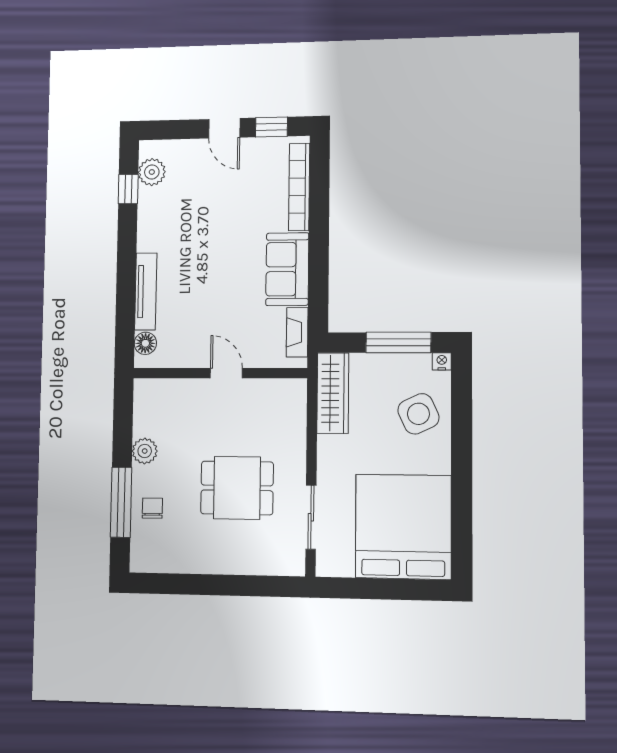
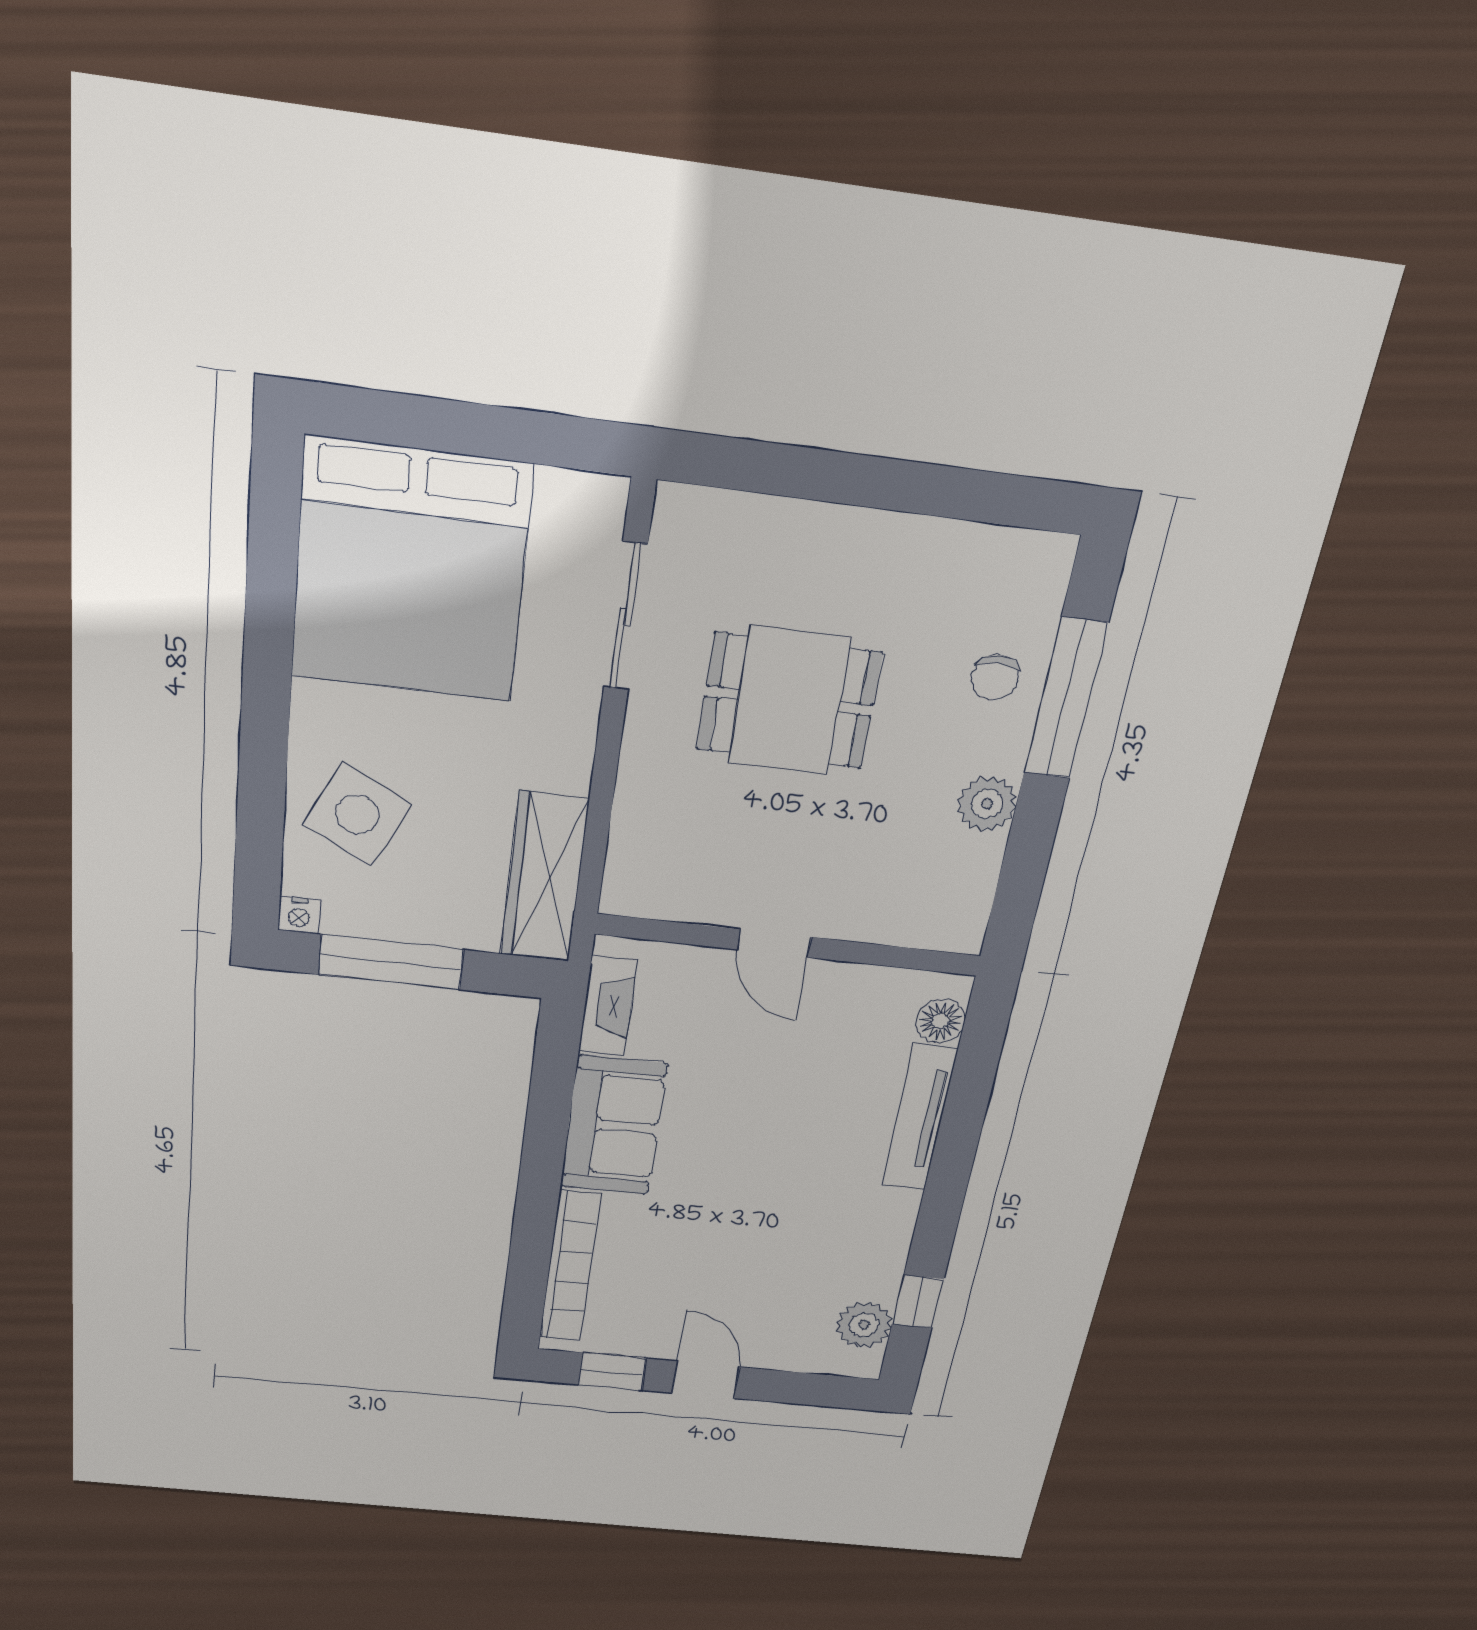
side table: (418, 414) -> (357, 814), turned -38

